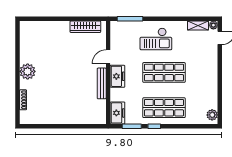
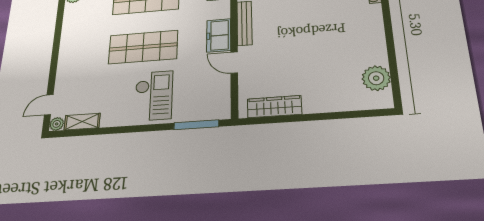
checkout: (156, 39) -> (154, 96), turned 90
door: (108, 57) -> (234, 62), swing flipped
plant: (28, 71) -> (376, 78), moved

